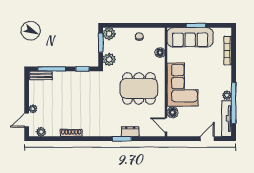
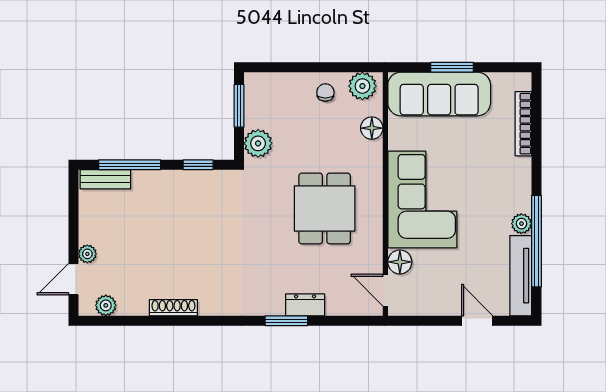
plant: (109, 34) -> (362, 86), moved
dining table: (139, 88) -> (325, 208), width x0.73
door: (207, 139) -> (477, 321), hinge flipped

